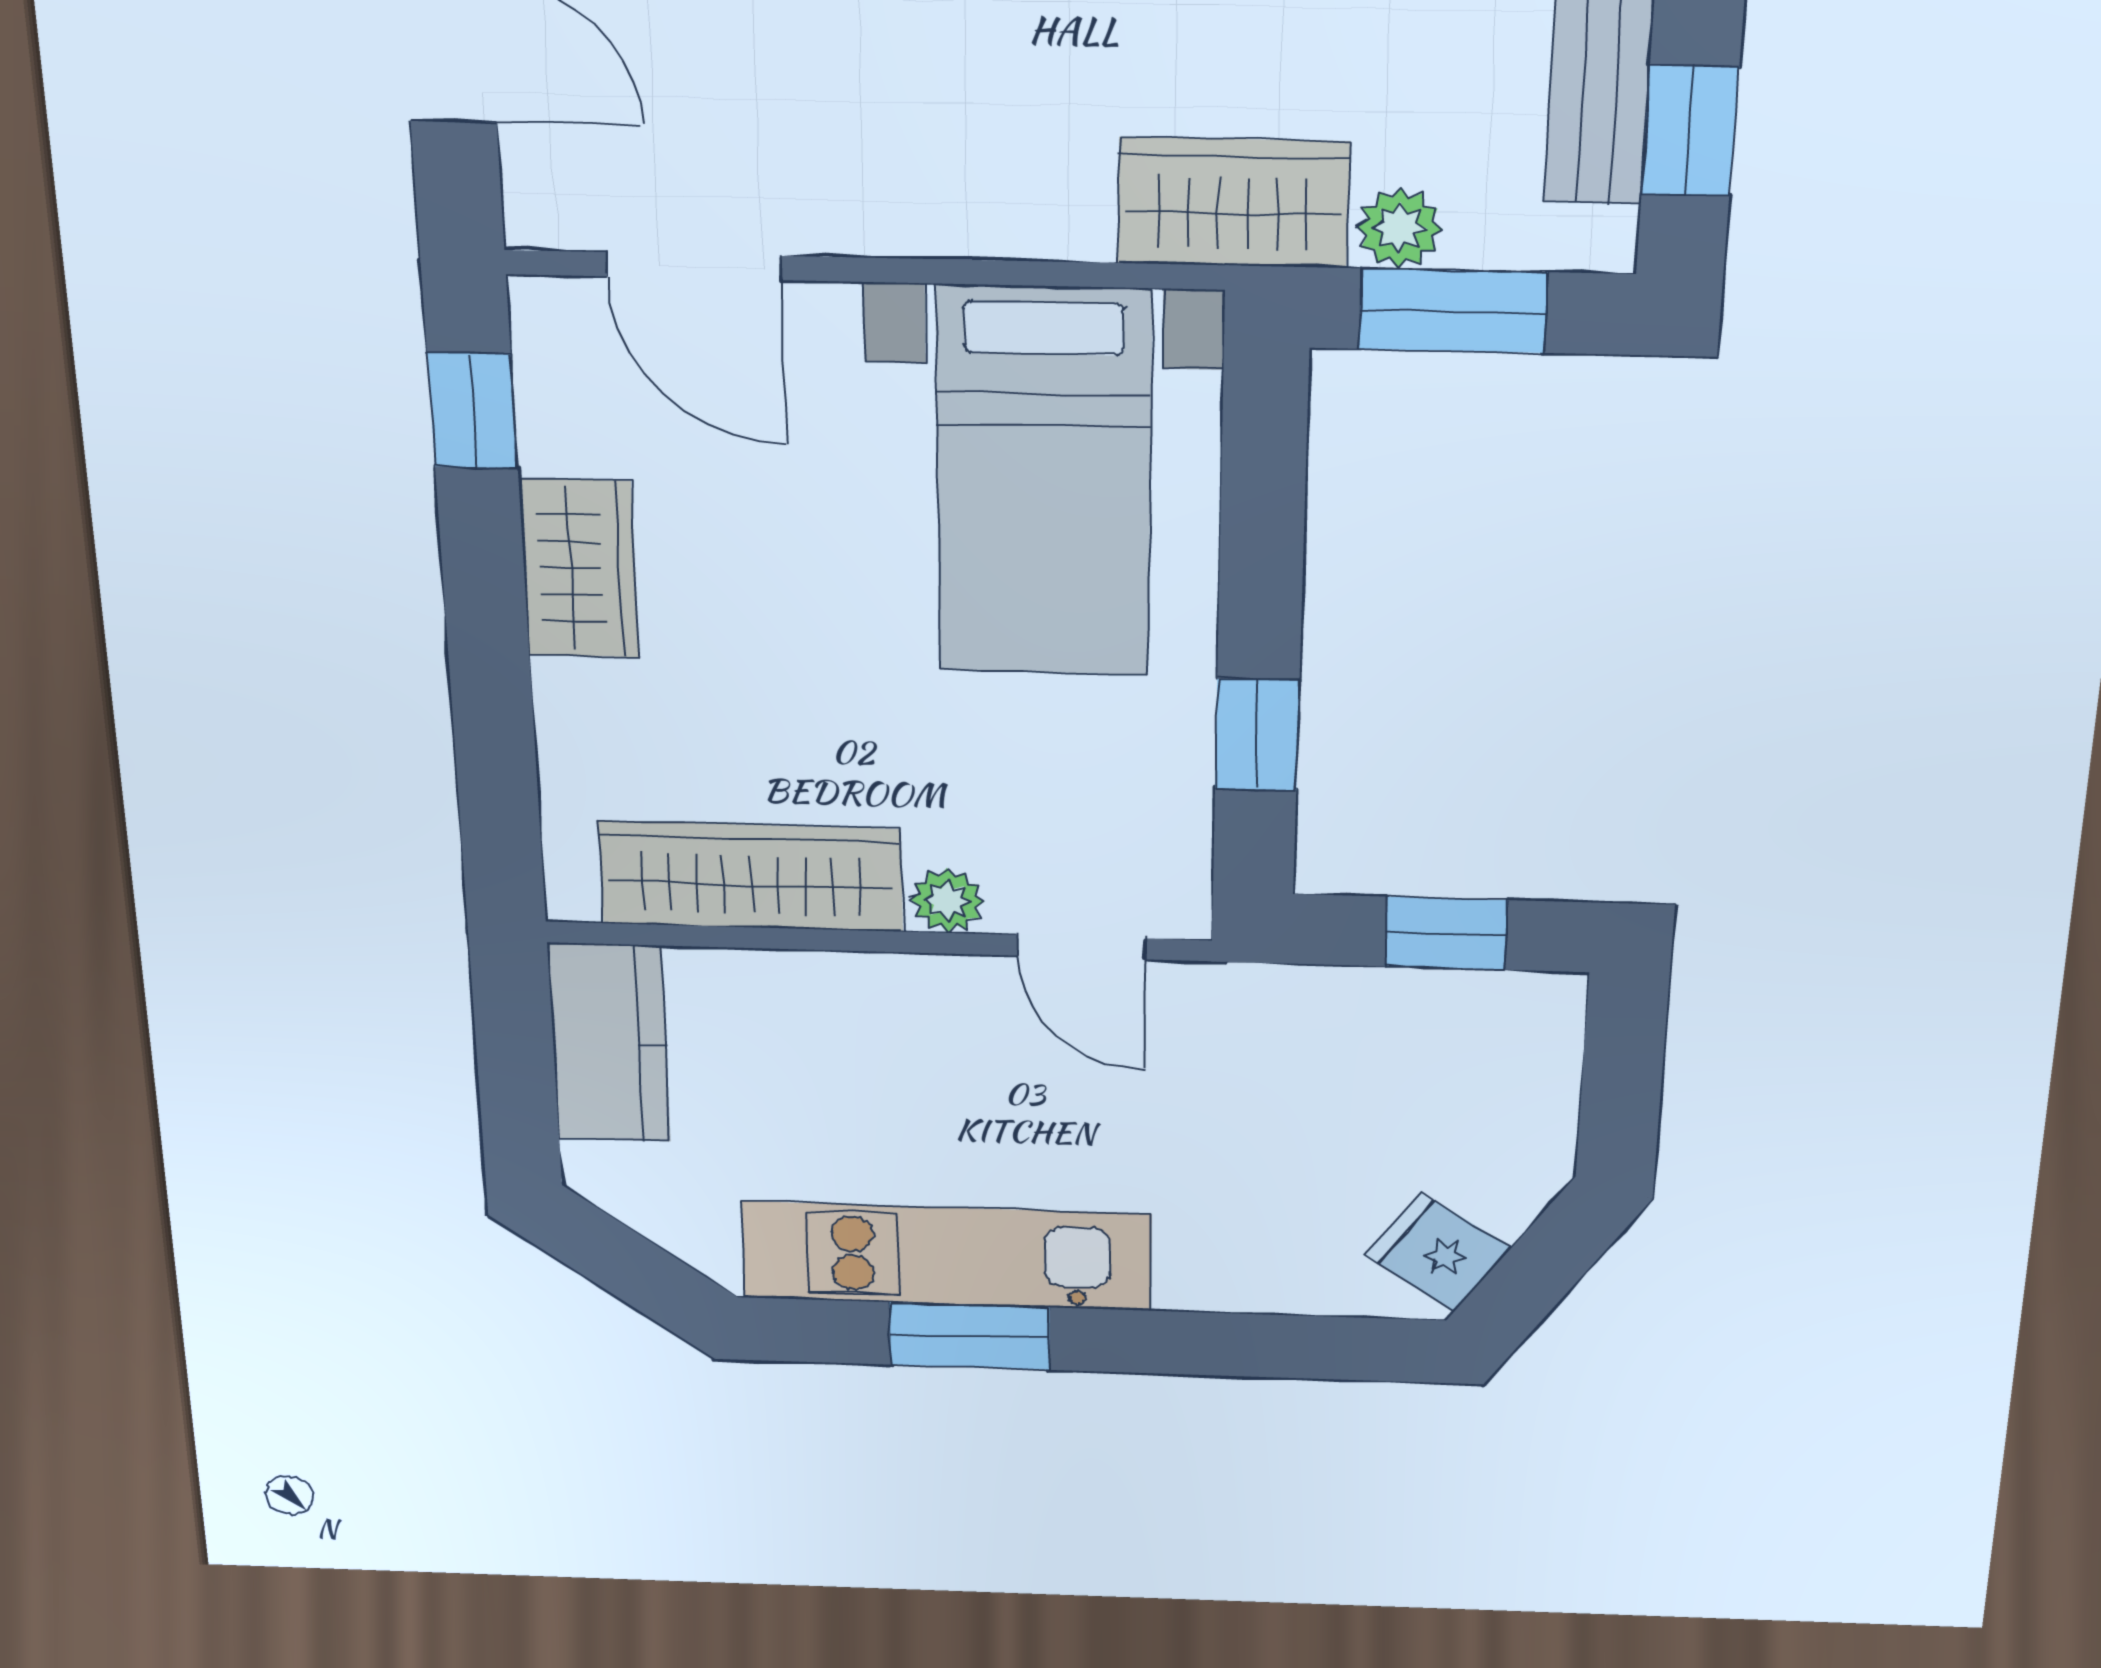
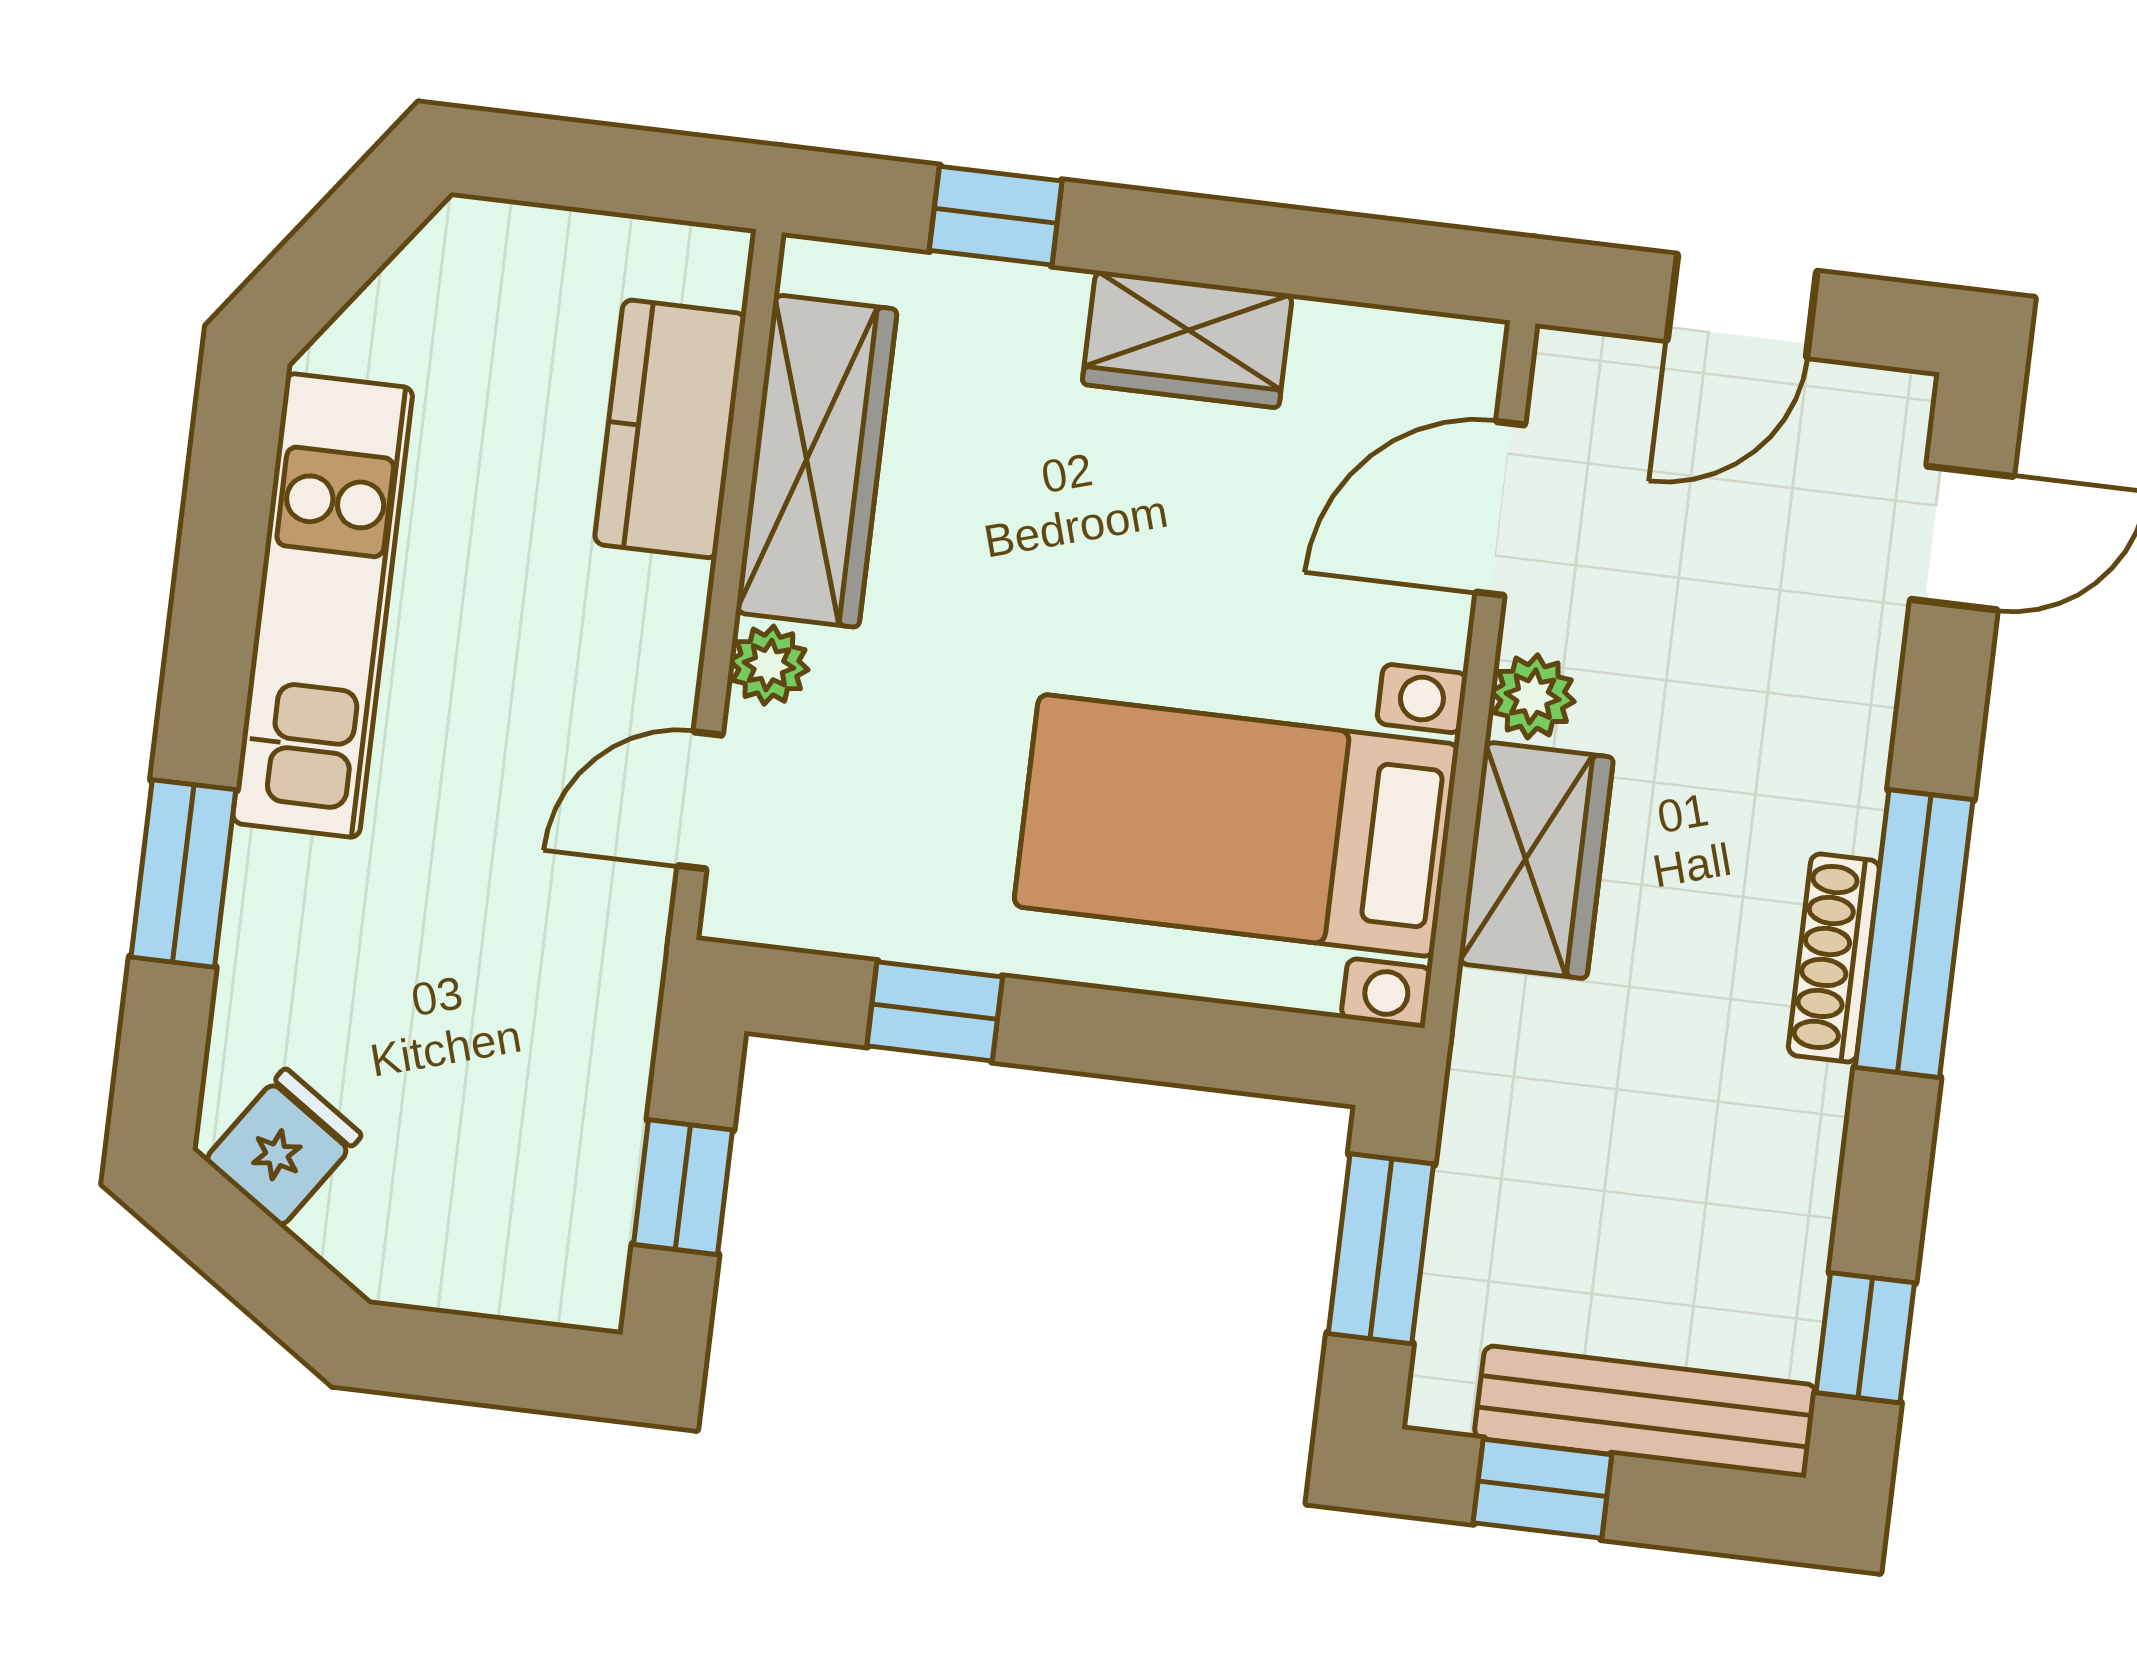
wardrobe: (1233, 203) -> (1536, 860), moved
plant: (1399, 228) -> (1533, 696), moved
window: (473, 411) -> (996, 216), moved
kitchen counter: (609, 1043) -> (670, 429), moved, turned 90
window: (970, 1336) -> (183, 873), moved

